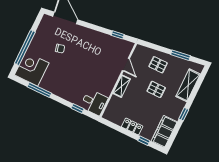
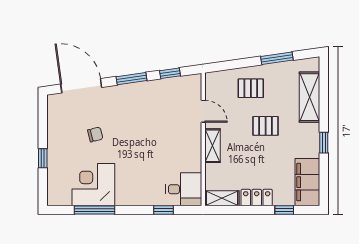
window: (95, 28) -> (132, 79), added
window: (25, 48) -> (43, 158), width x0.32
corner desk: (32, 69) -> (93, 185), moved
shelving: (113, 118) -> (222, 198), added

